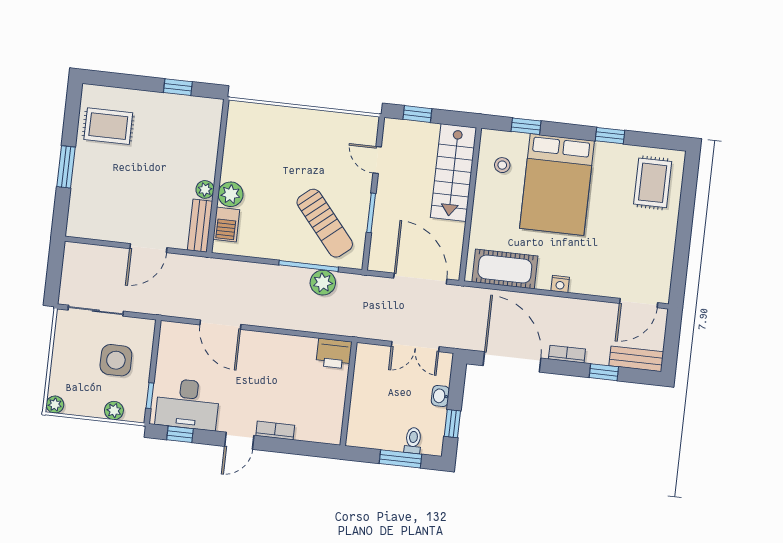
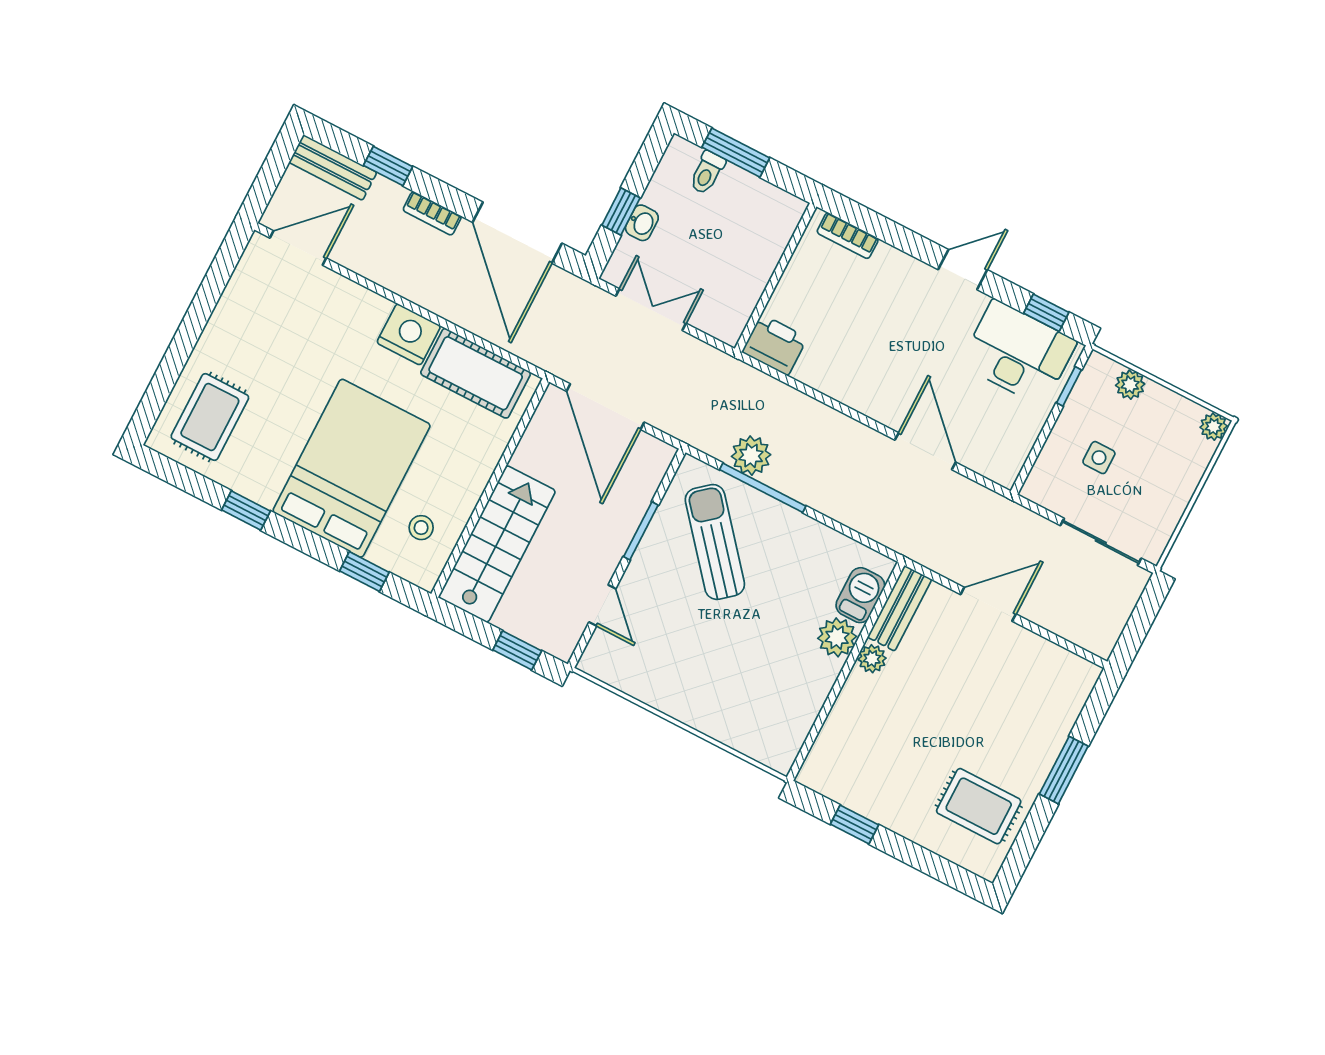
nightstand: (560, 284) -> (409, 334), width x1.89, depth x1.79
side table: (116, 360) -> (1099, 458), width x0.54, depth x0.54
window: (452, 424) -> (621, 211), moved
bookcase: (275, 430) -> (848, 236), moved

